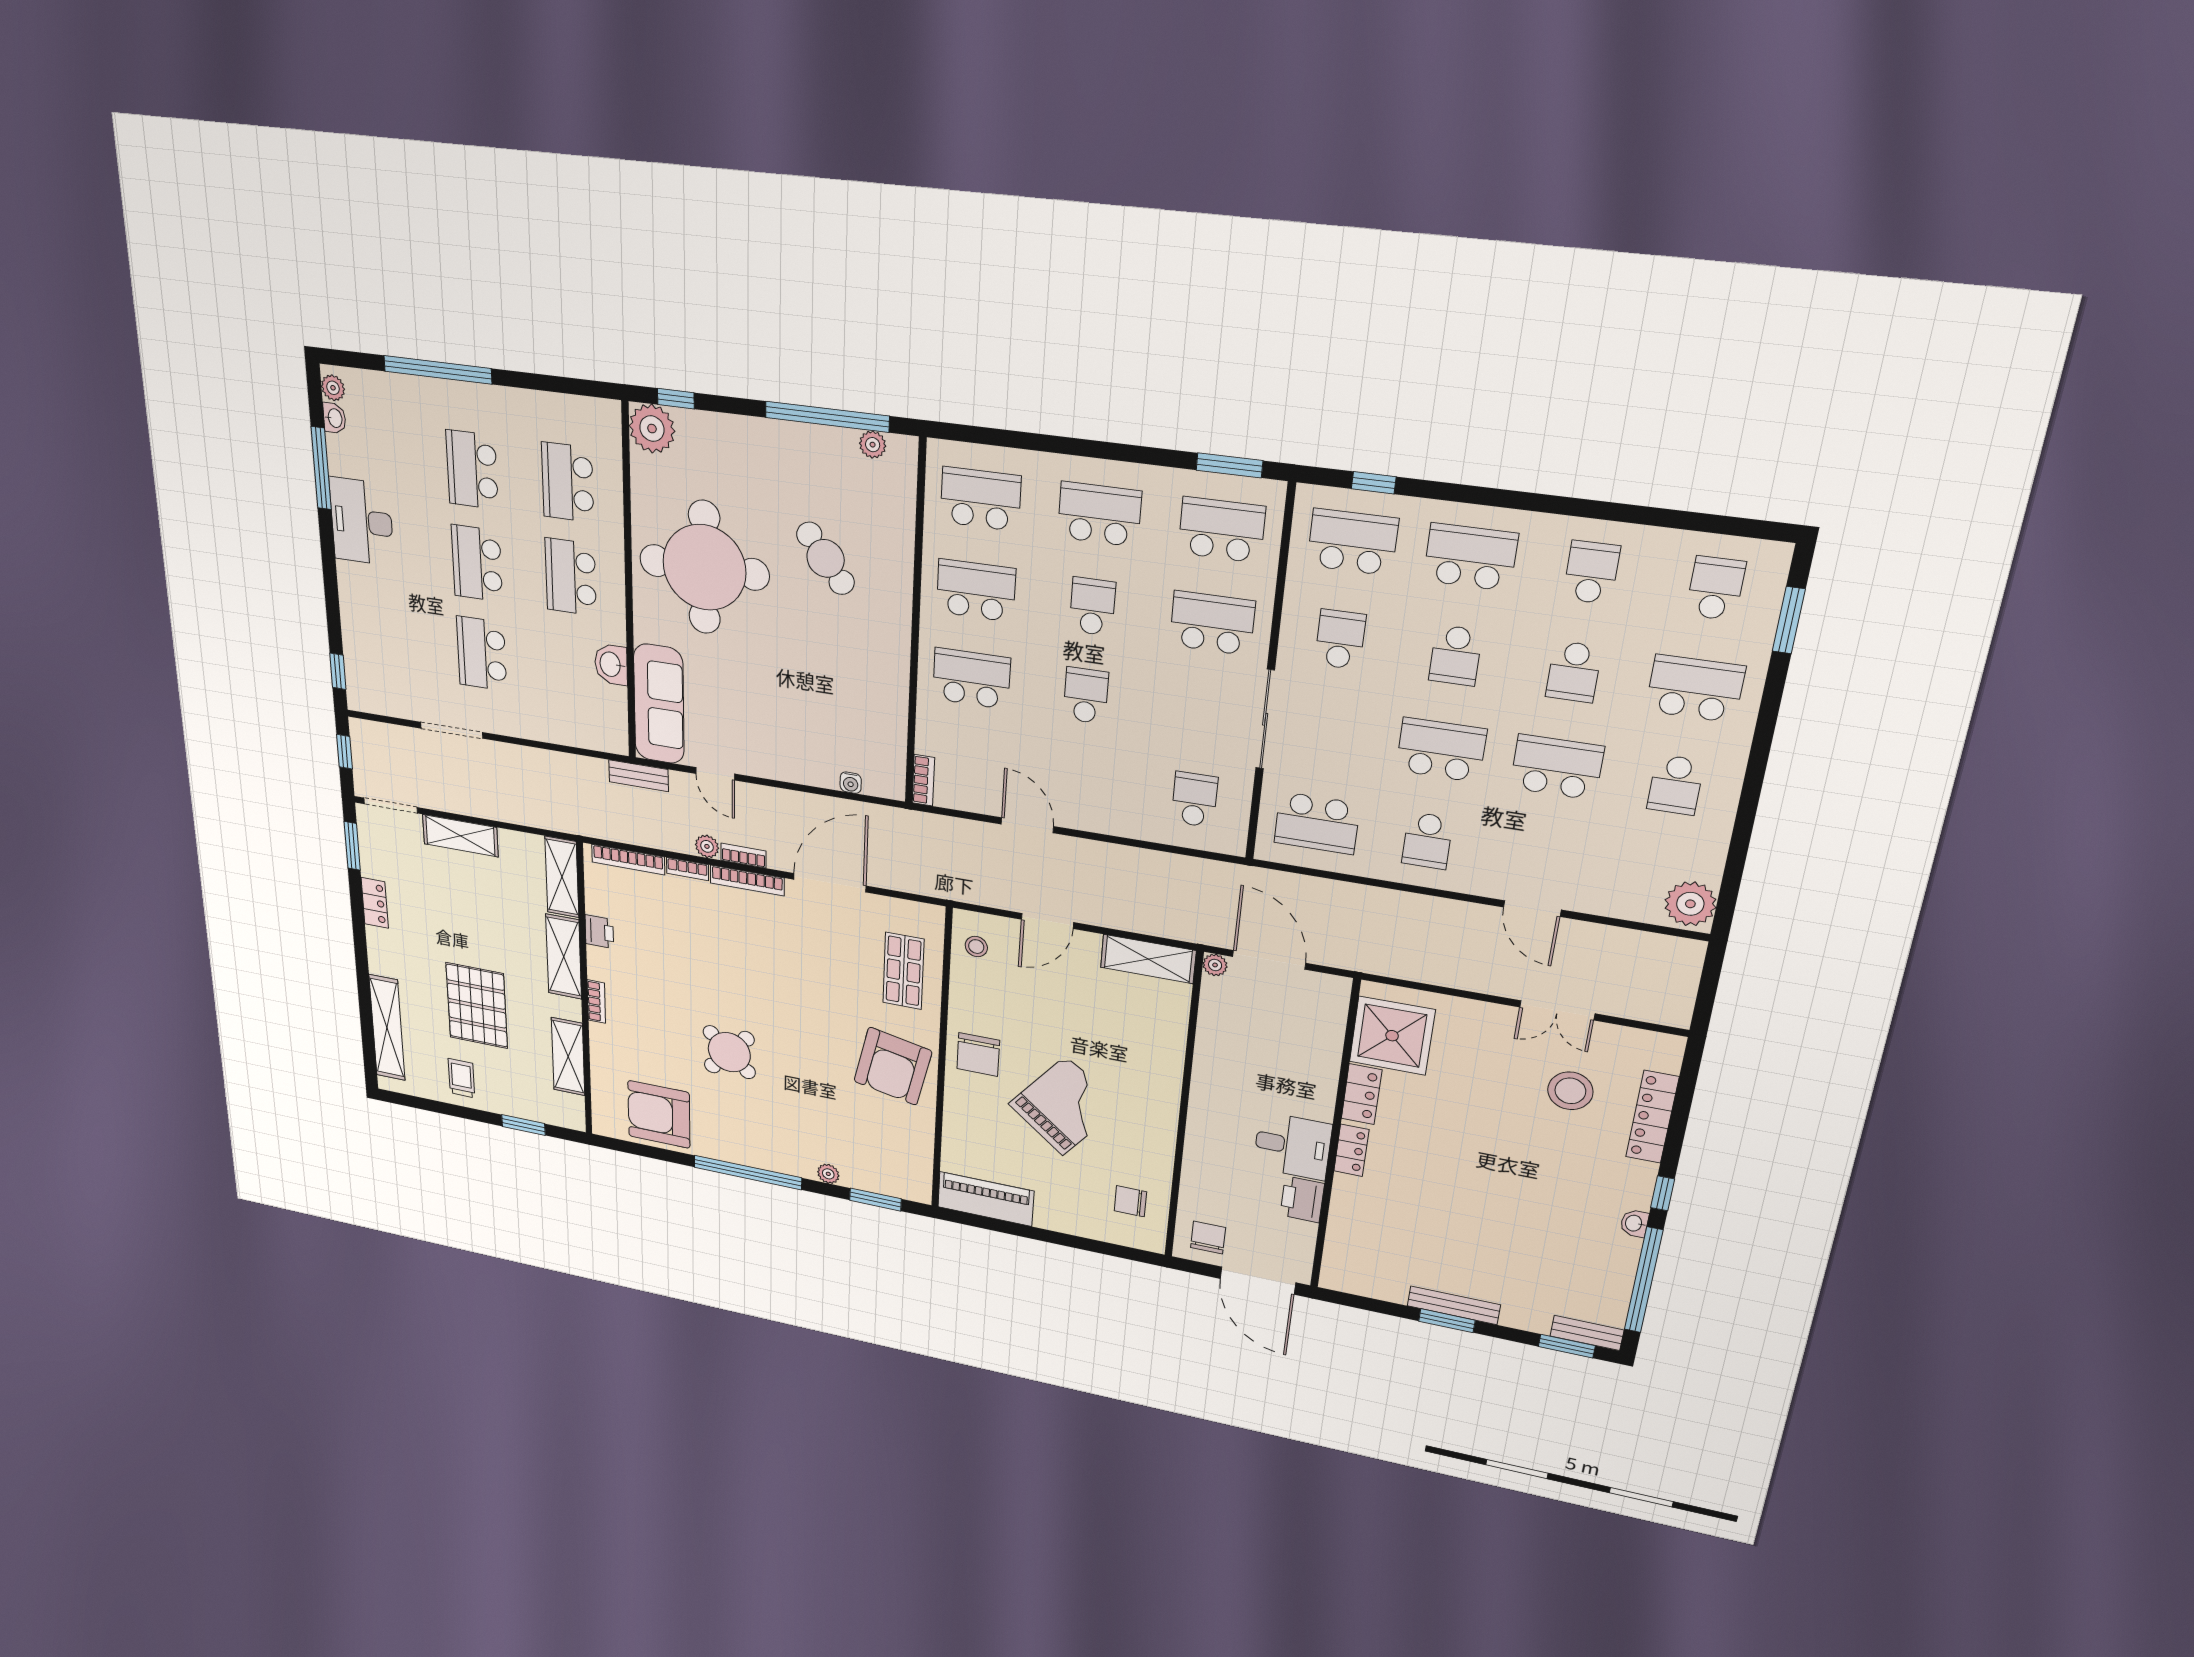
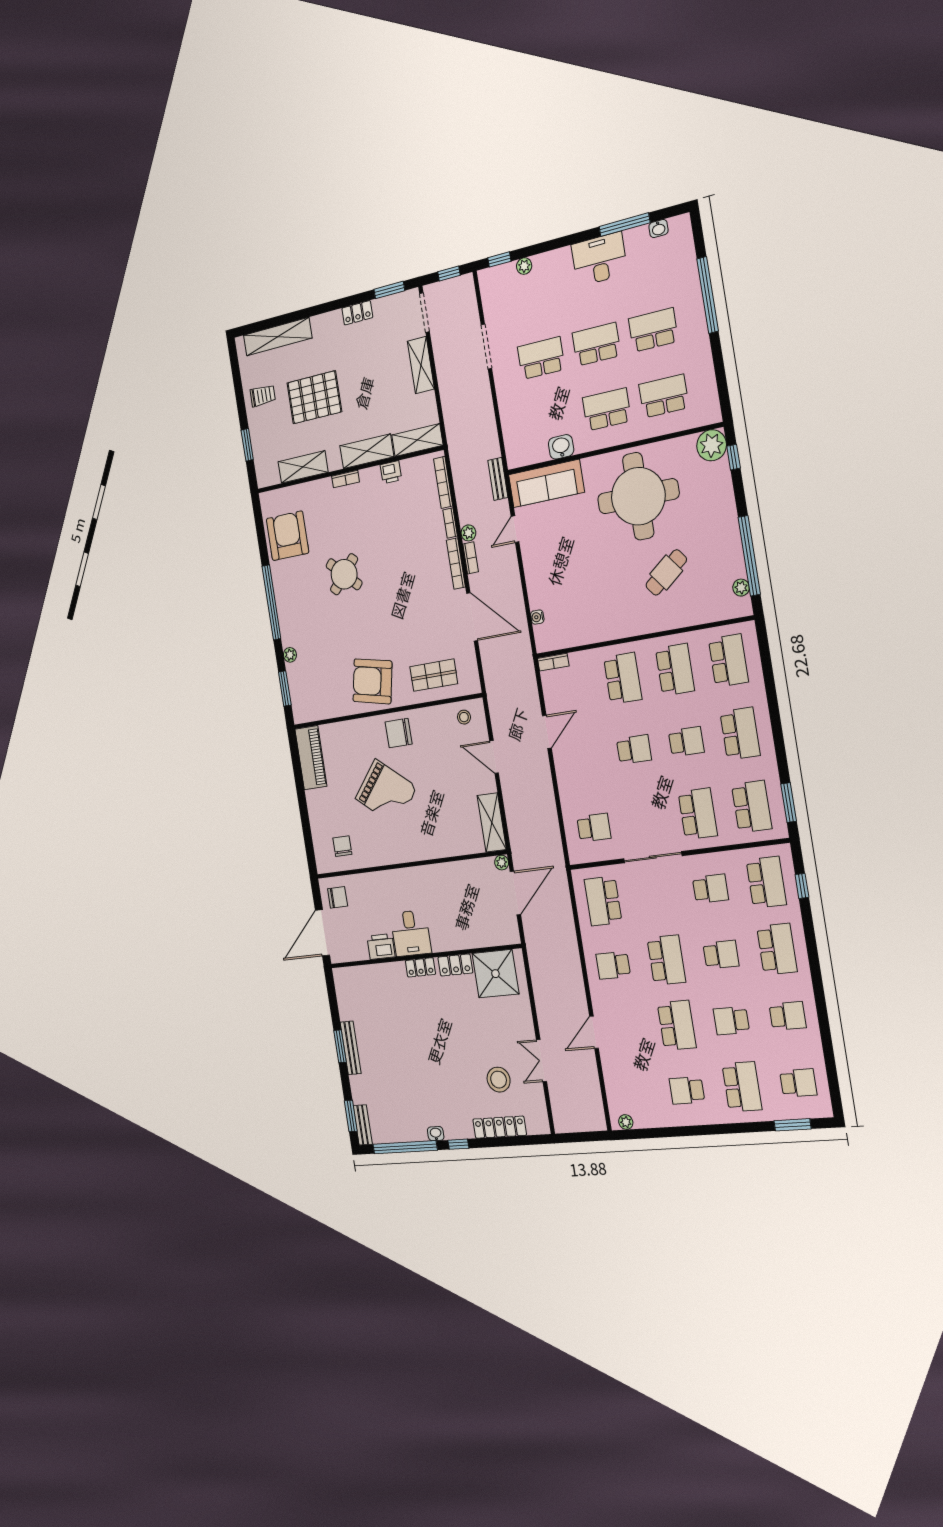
plant: (333, 388) -> (524, 266), moved
school desk: (1455, 655) -> (721, 955), turned 180
plant: (1690, 904) -> (626, 1122), width x0.53, depth x0.53

